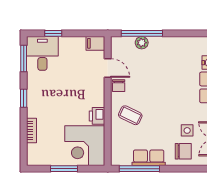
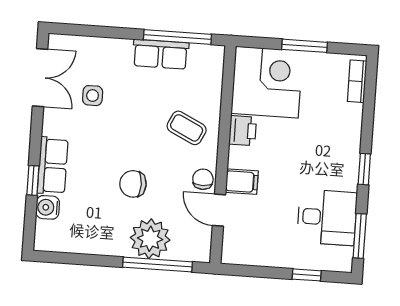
filing cabinet: (95, 43) -> (242, 182), moved
plant: (142, 43) -> (150, 239), width x1.88, depth x1.88
desk: (42, 53) -> (327, 217), moved, turned -90
bookcase: (32, 131) -> (357, 81), moved
chair: (183, 151) -> (133, 184), moved

